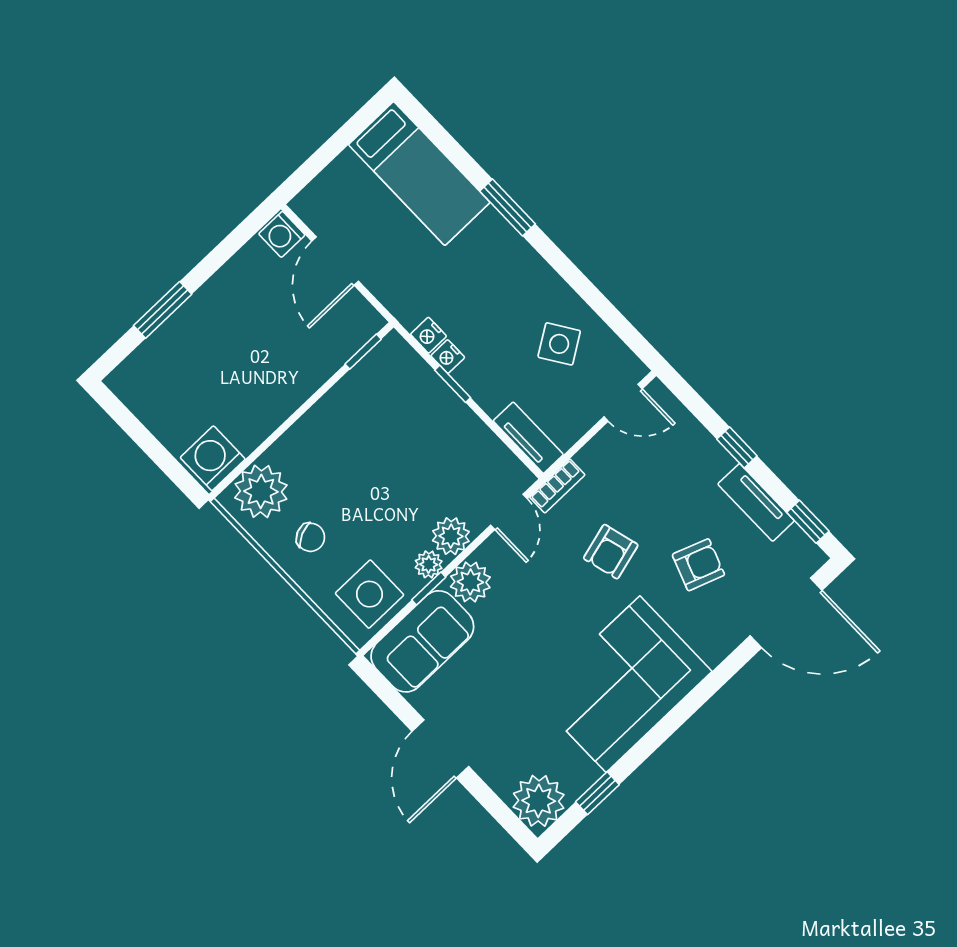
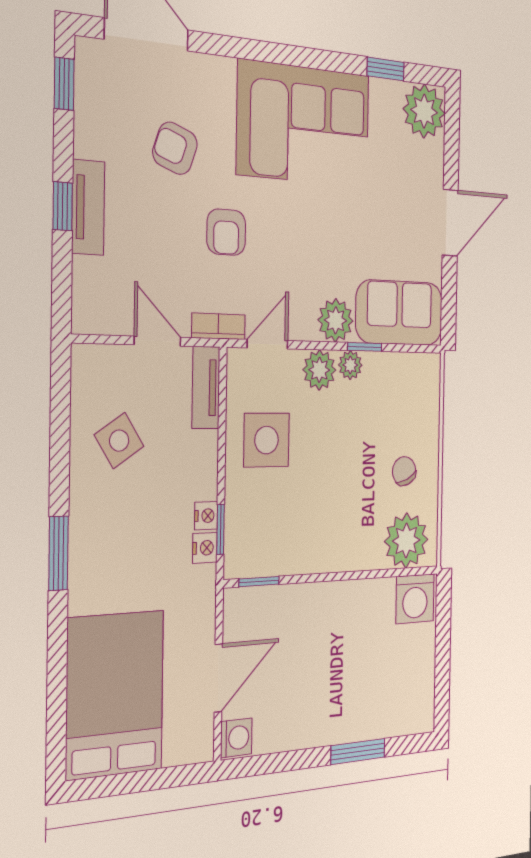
bed: (419, 174) -> (115, 694), width x1.50
window: (507, 207) -> (58, 553), moved
window: (453, 384) -> (220, 529), moved
door: (623, 403) -> (157, 341), moved
tv unit: (756, 502) -> (88, 207), moved
armchair: (611, 552) -> (226, 232), turned 105
side table: (370, 594) -> (266, 440), moved

